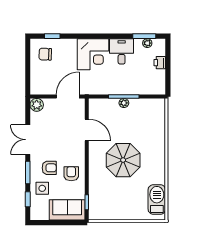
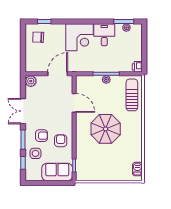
printer: (160, 63) -> (137, 67), moved
sun lounger: (153, 121) -> (132, 95), added
barbecue: (157, 199) -> (137, 169), width x0.53, depth x0.65

